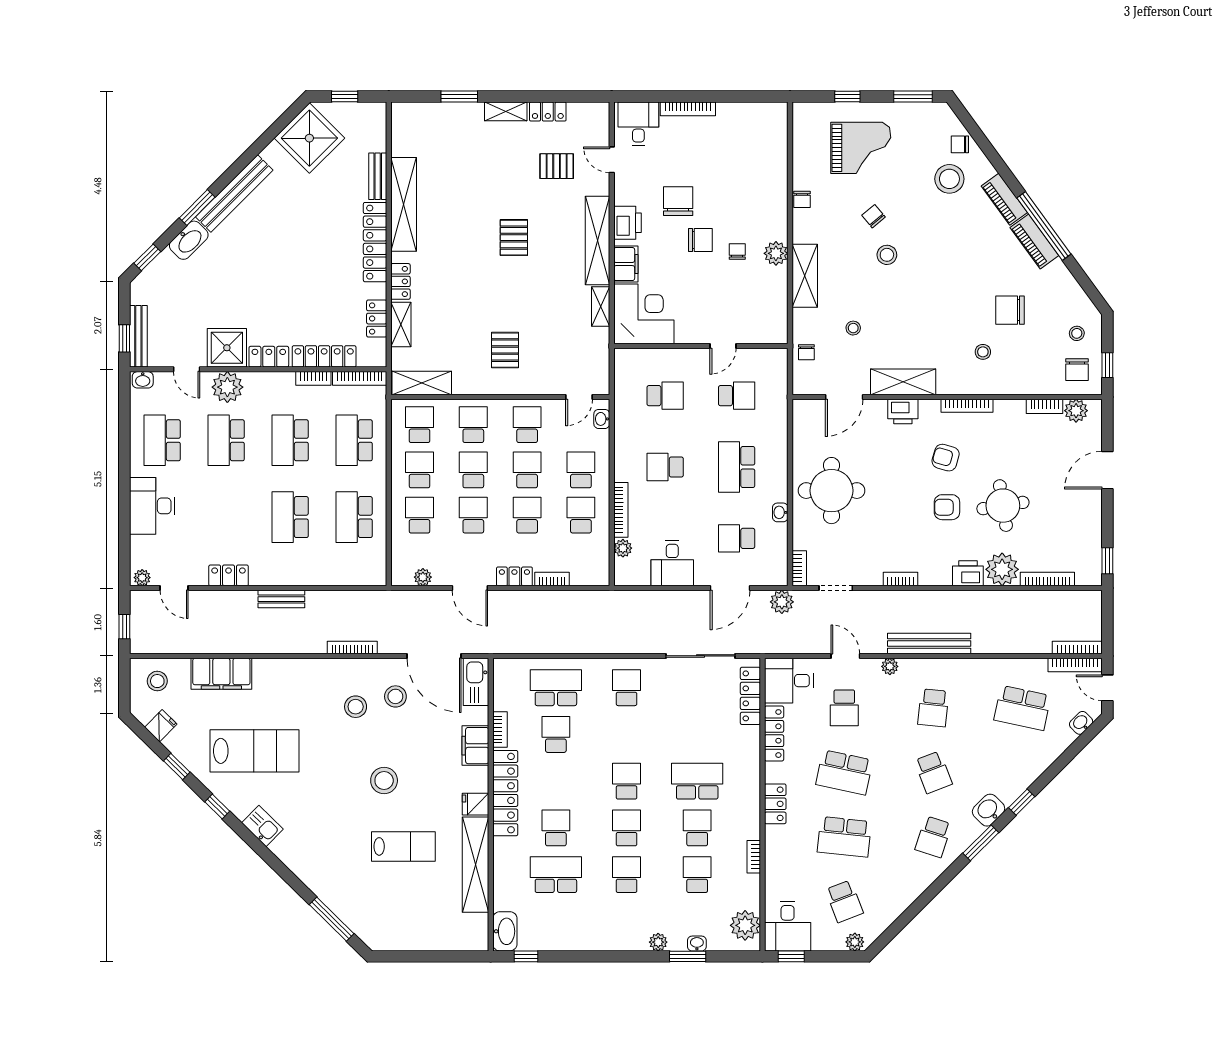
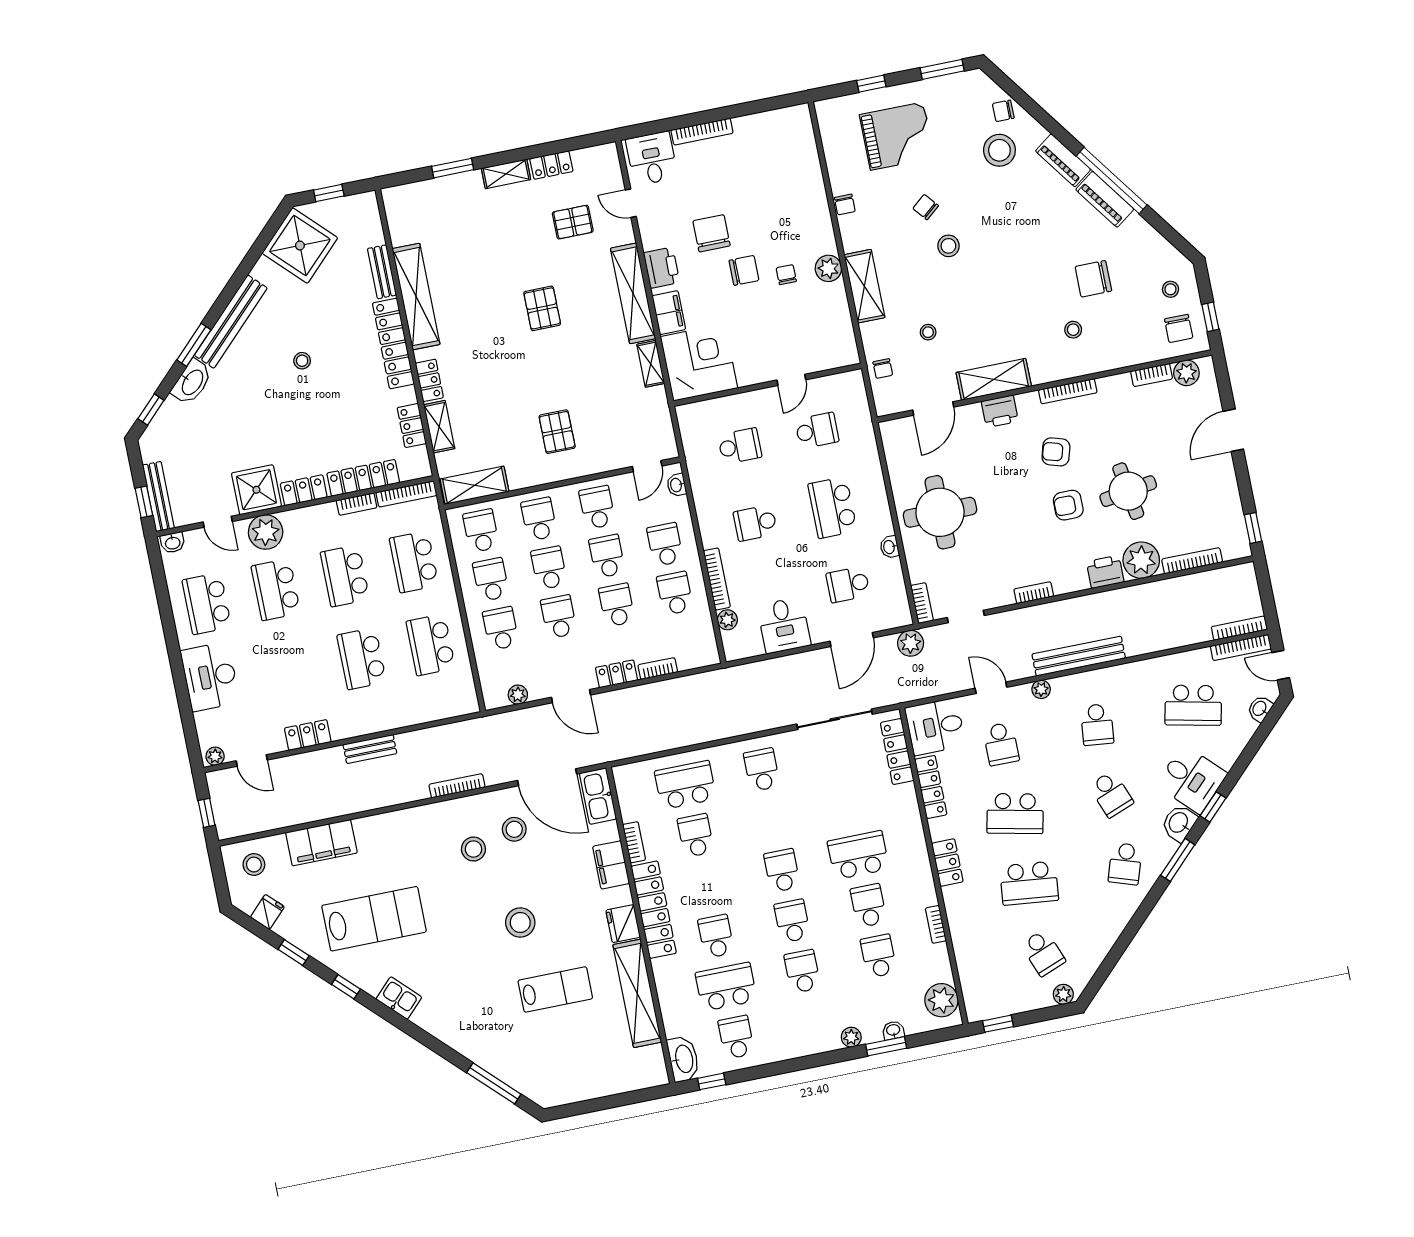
stool: (291, 241) -> (302, 361), added
fridge: (475, 804) -> (623, 924), width x1.38
school desk: (556, 921) -> (736, 1037), added
desk: (788, 926) -> (1192, 779), moved, turned -45

